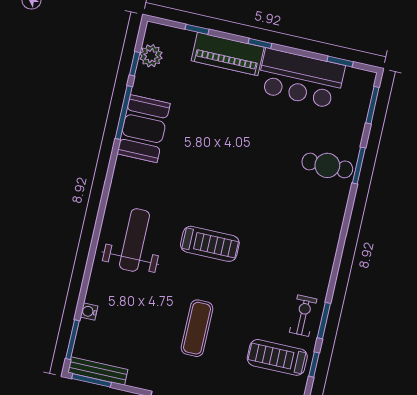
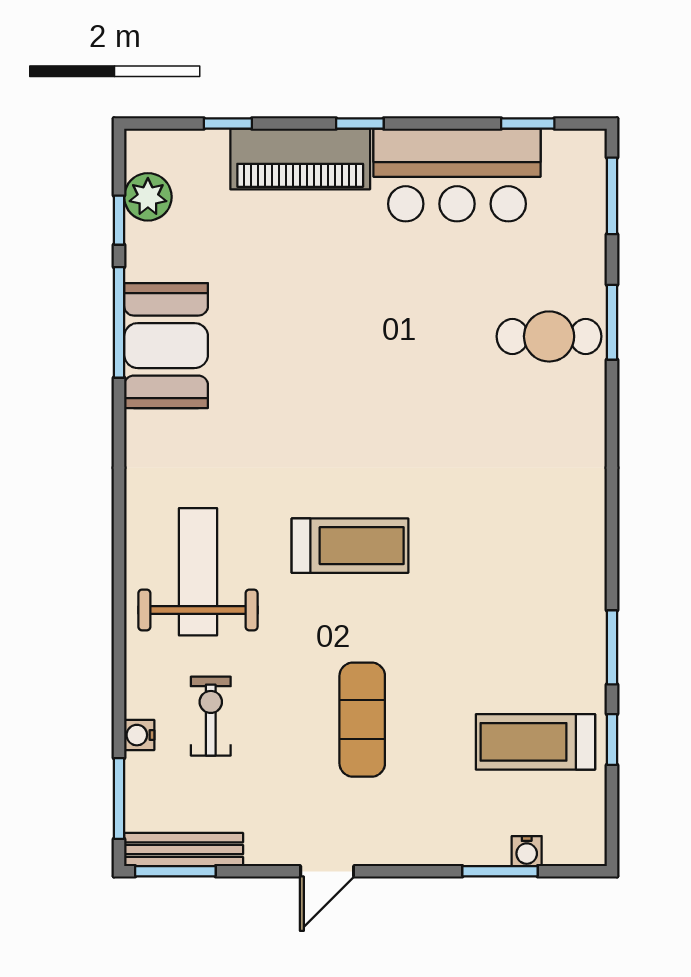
exercise bike: (303, 316) -> (211, 716), moved

